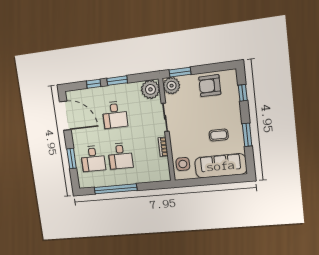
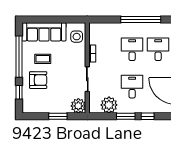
window: (180, 72) -> (58, 116), moved
armchair: (210, 86) -> (38, 80), moved
plant: (150, 89) -> (109, 105), moved
window: (247, 135) -> (19, 57), width x2.11

